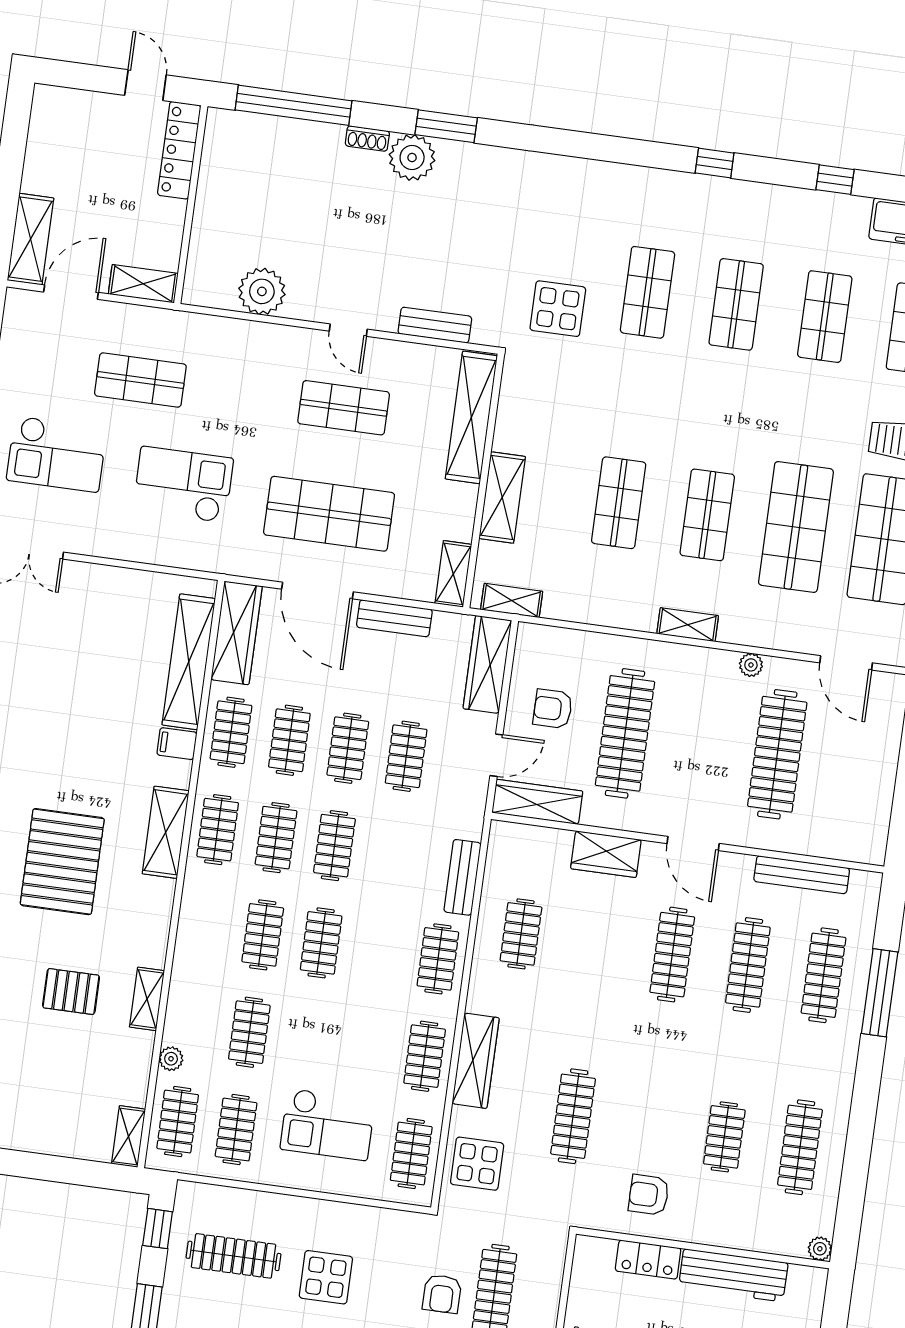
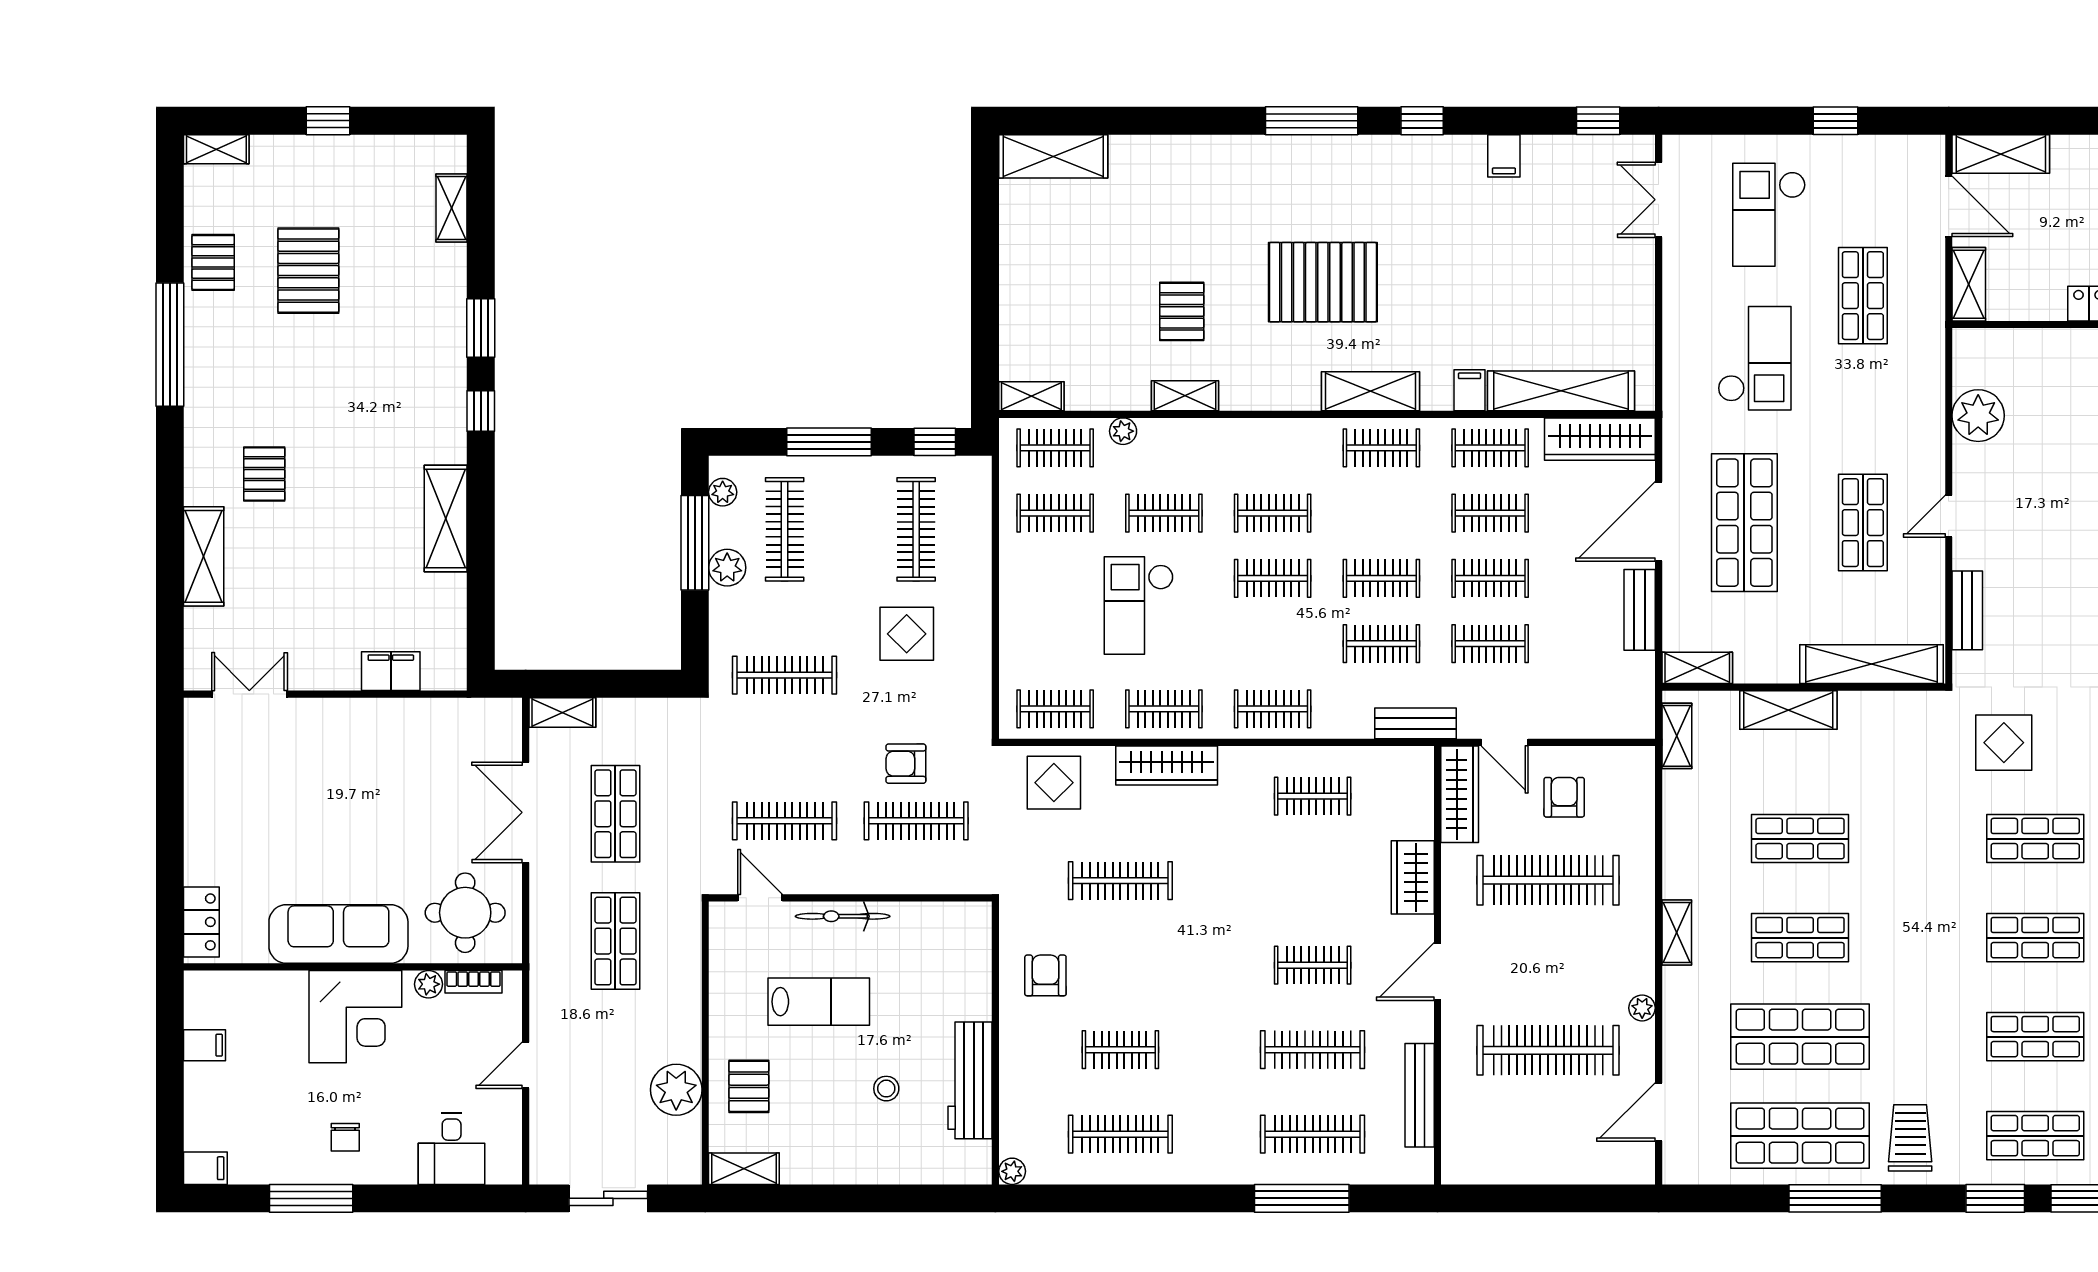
wardrobe: (487, 664) -> (1603, 719), removed
clothes rail: (276, 838) -> (1381, 644), moved
bench: (462, 877) -> (1416, 723), moved
clothes rail: (672, 955) -> (1313, 965), width x0.73
checkout: (328, 1124) -> (1139, 605), moved
locker: (648, 1260) -> (974, 985), removed

